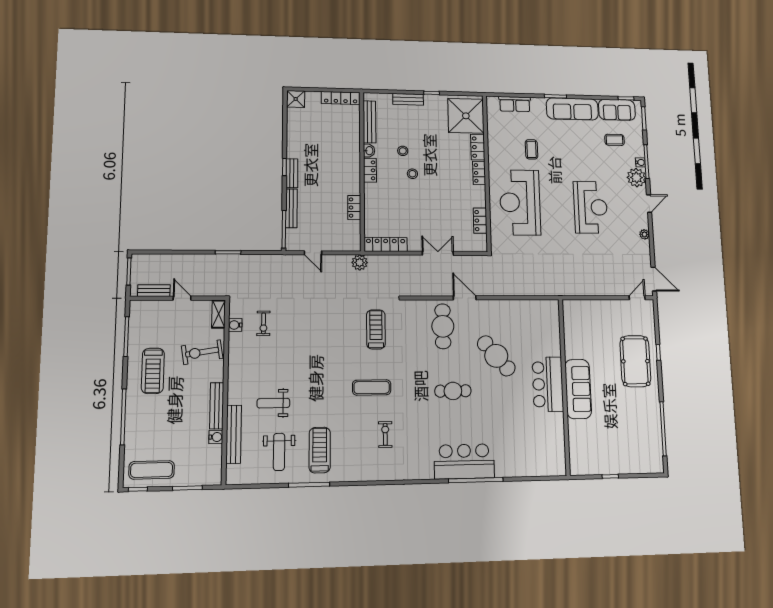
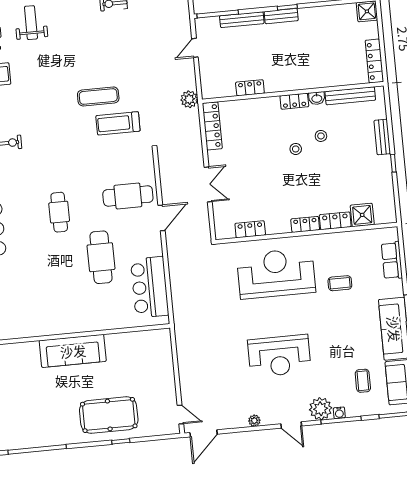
shower: (466, 116) -> (362, 215), width x0.54, depth x0.54
treadmill: (376, 329) -> (118, 123), turned 180
cafe table: (496, 356) -> (101, 257), turned -49
bar counter: (548, 384) -> (150, 287), moved, turned -90
exercise mat: (372, 387) -> (98, 96), moved, turned 90

